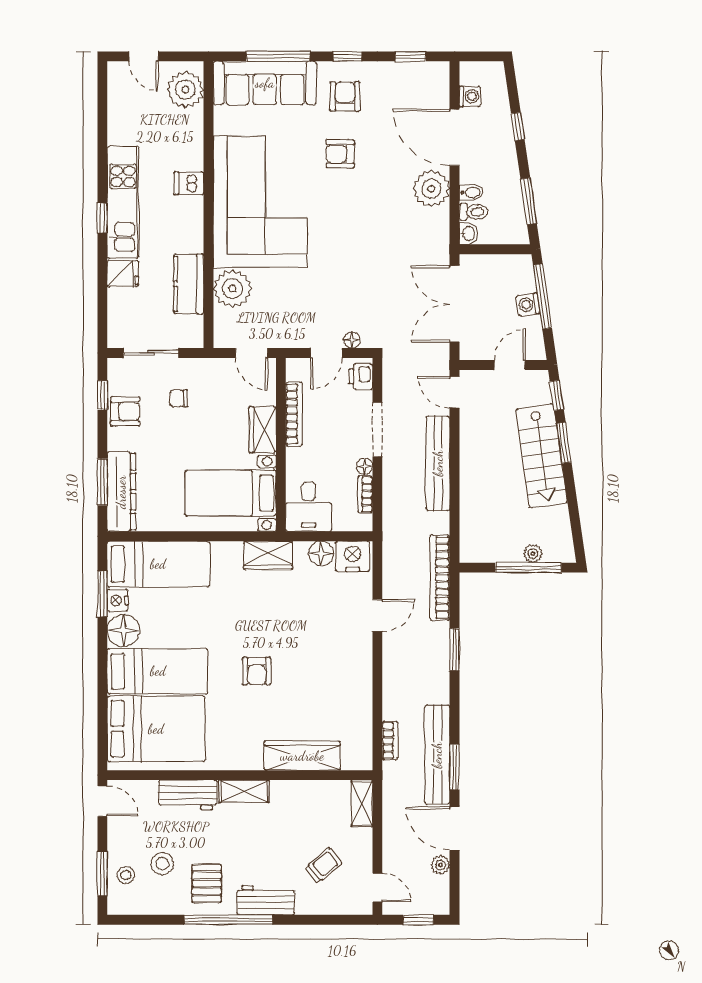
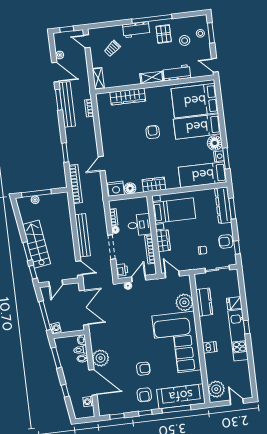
washing machine: (528, 304) -> (55, 328), moved
desk: (309, 507) -> (139, 225), moved, turned 90

